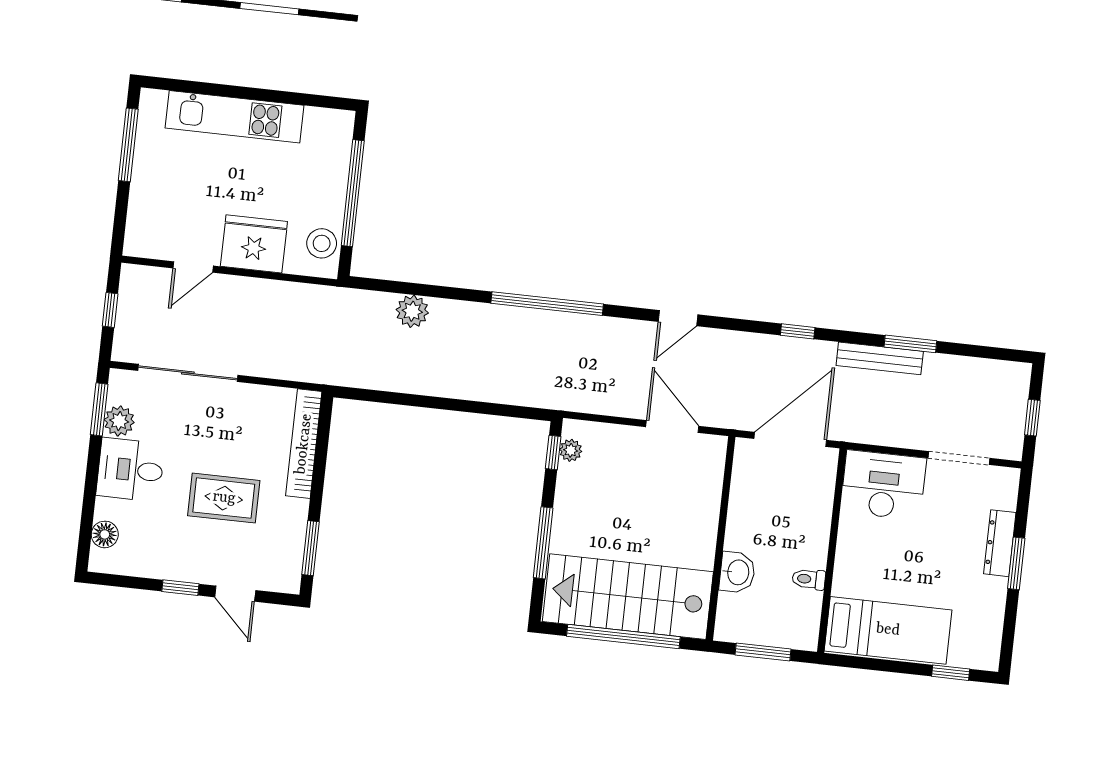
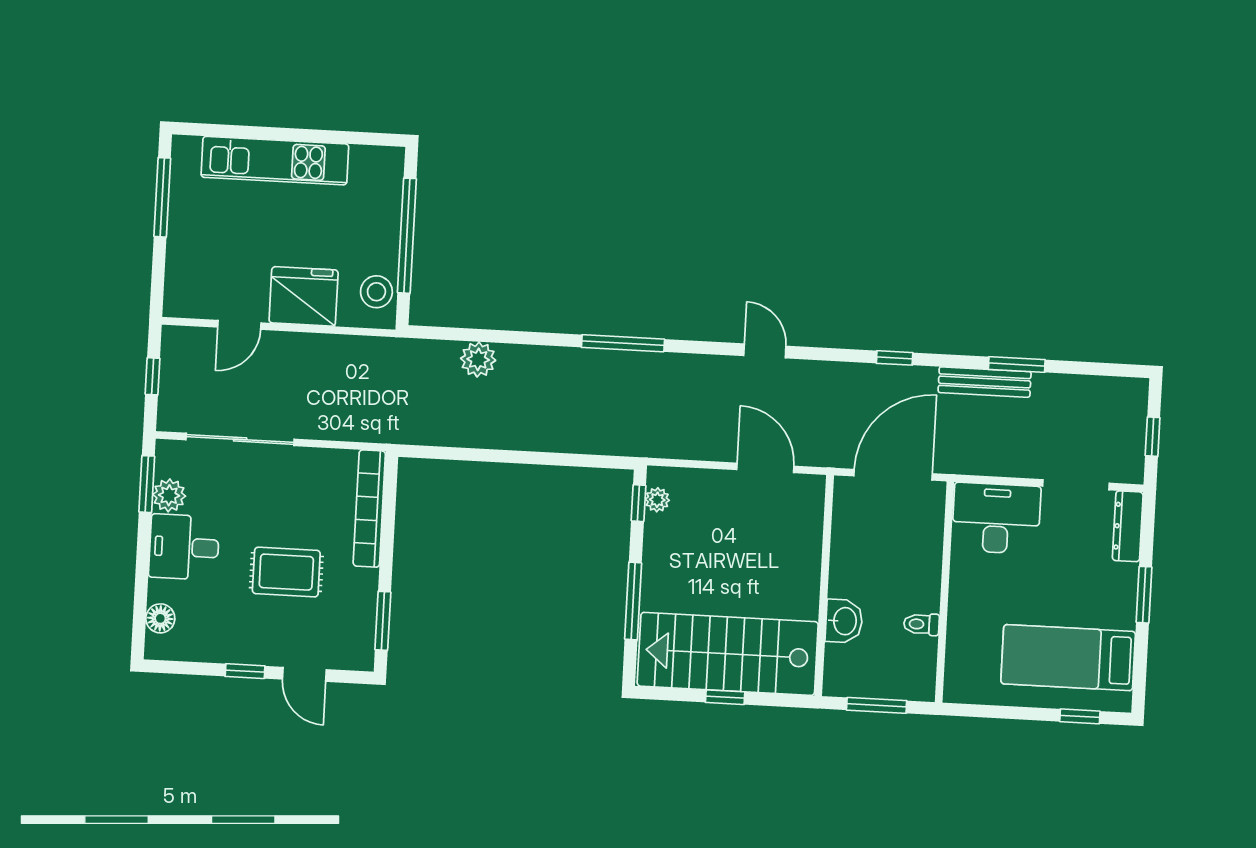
window: (547, 304) -> (623, 343), width x0.68
door: (678, 318) -> (765, 351), swing flipped
dresser: (1000, 543) -> (1128, 526), moved
bed: (888, 630) -> (1068, 658), moved, turned 180
window: (623, 637) -> (725, 697), width x0.32

